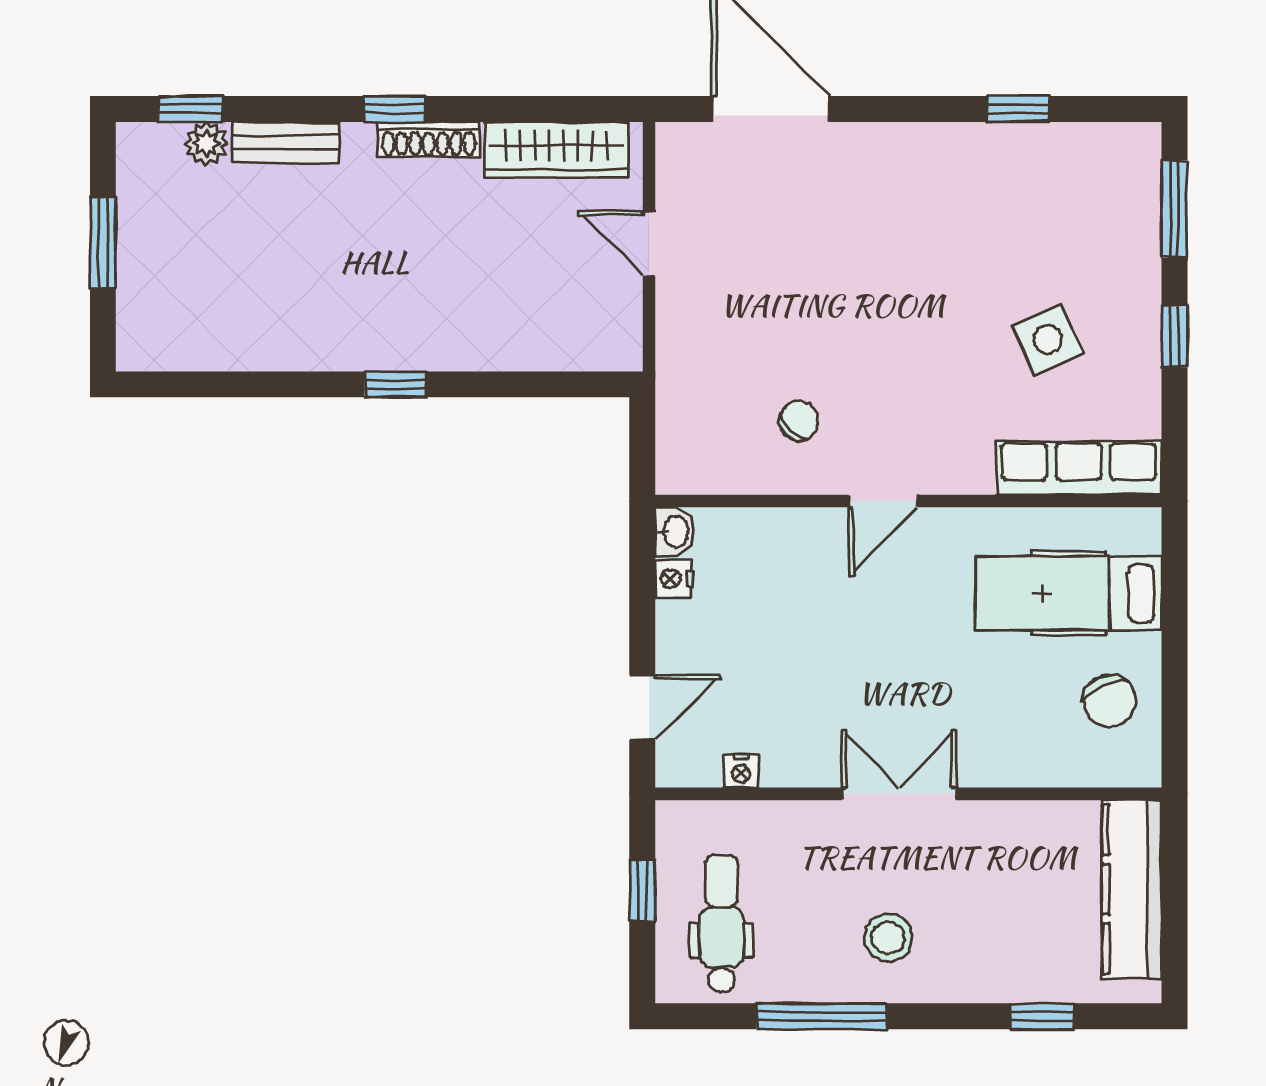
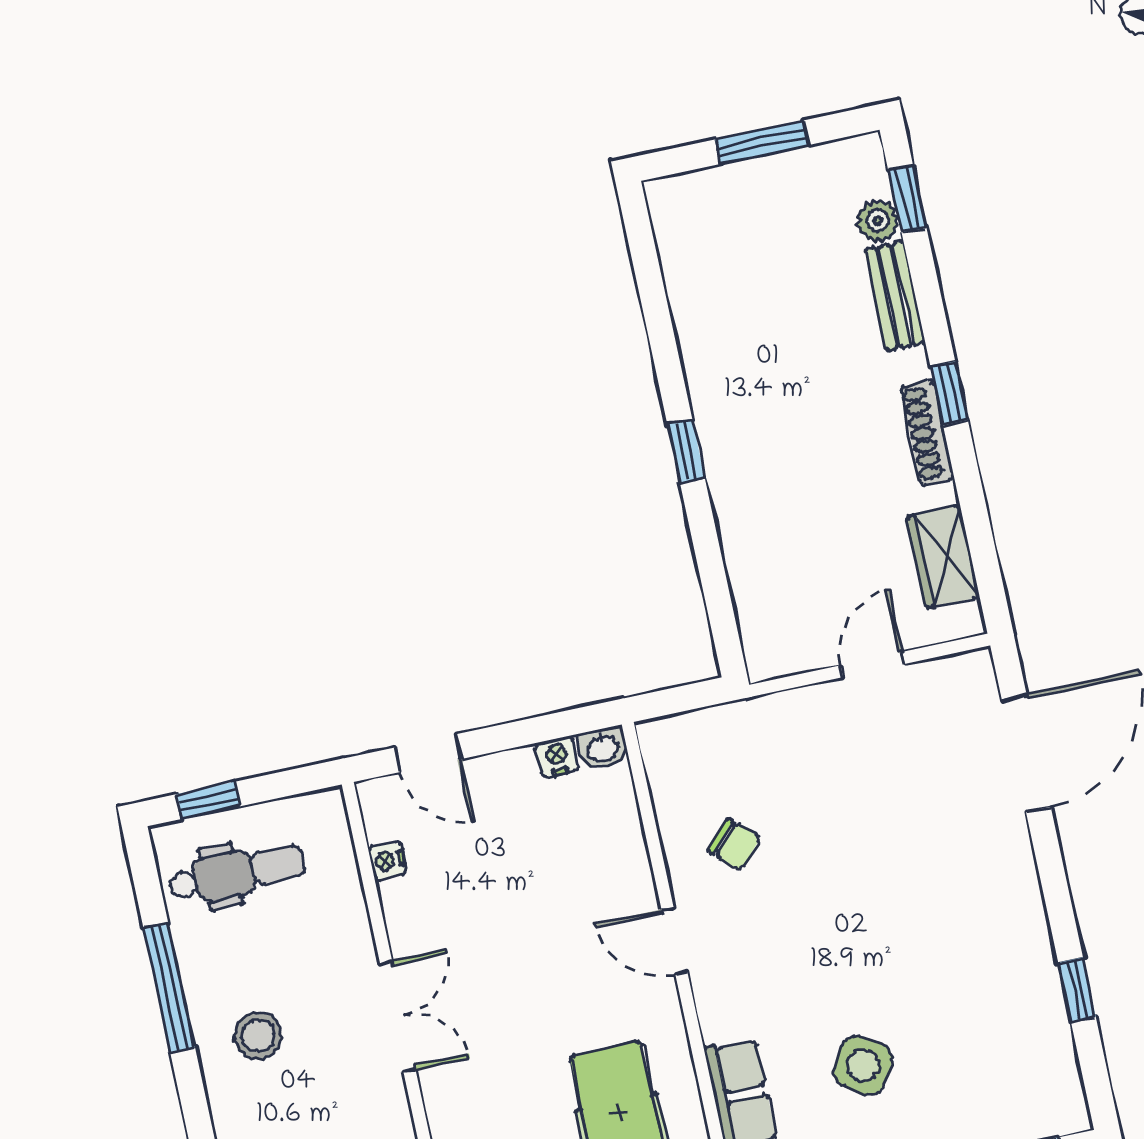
wardrobe: (557, 150) -> (943, 557), width x0.67
side table: (1048, 339) -> (863, 1066), turned -34
window: (642, 891) -> (208, 800), moved

